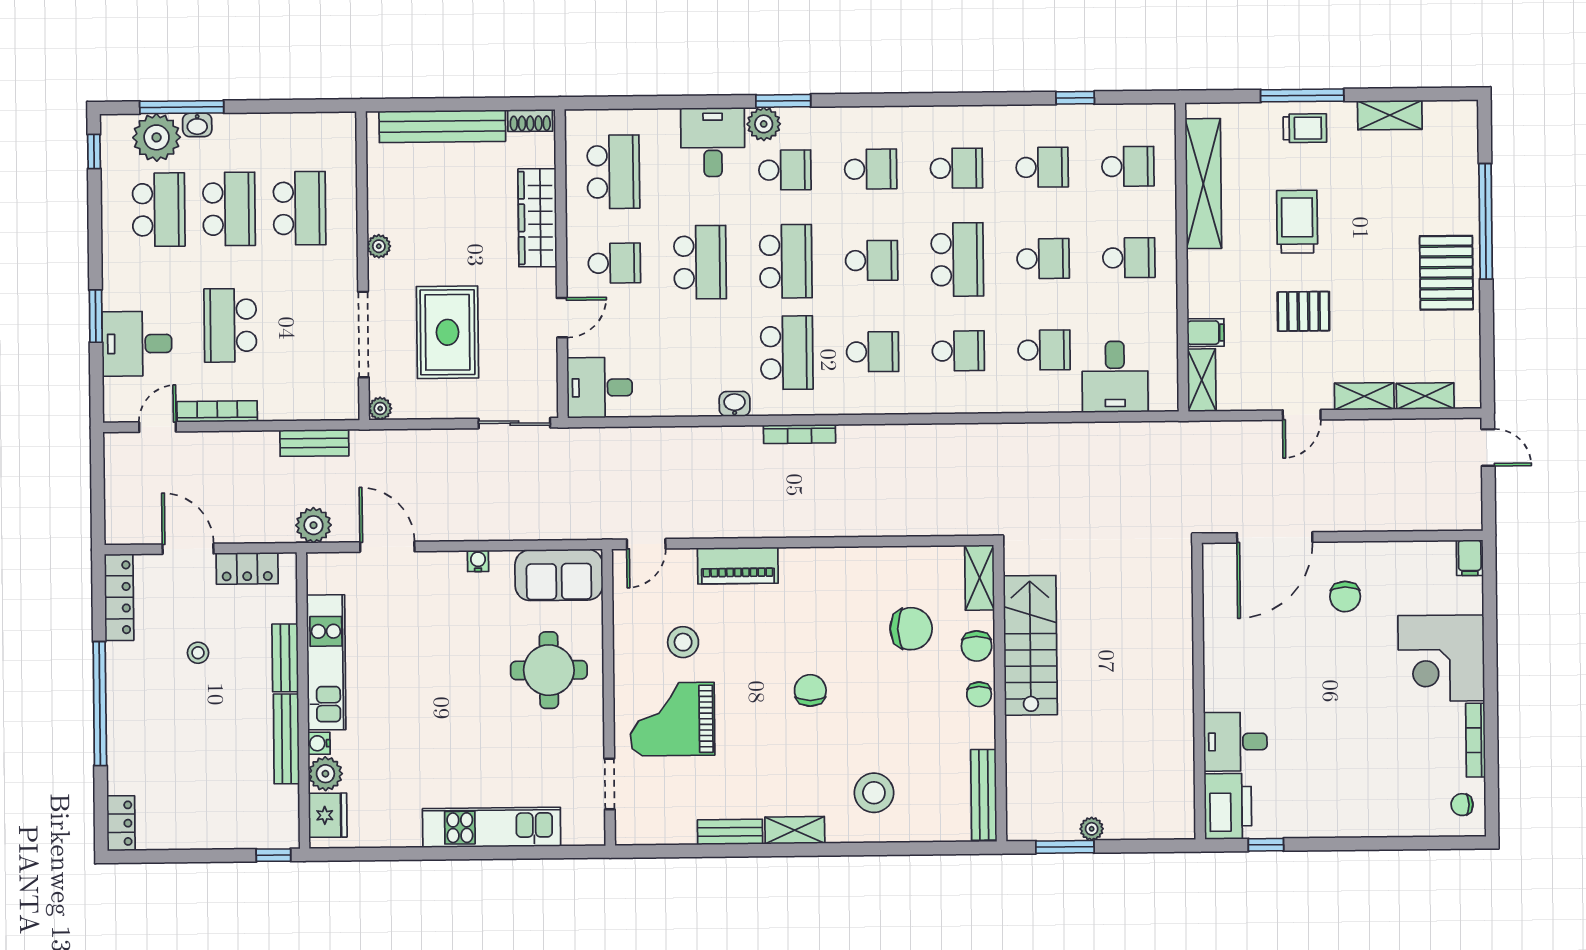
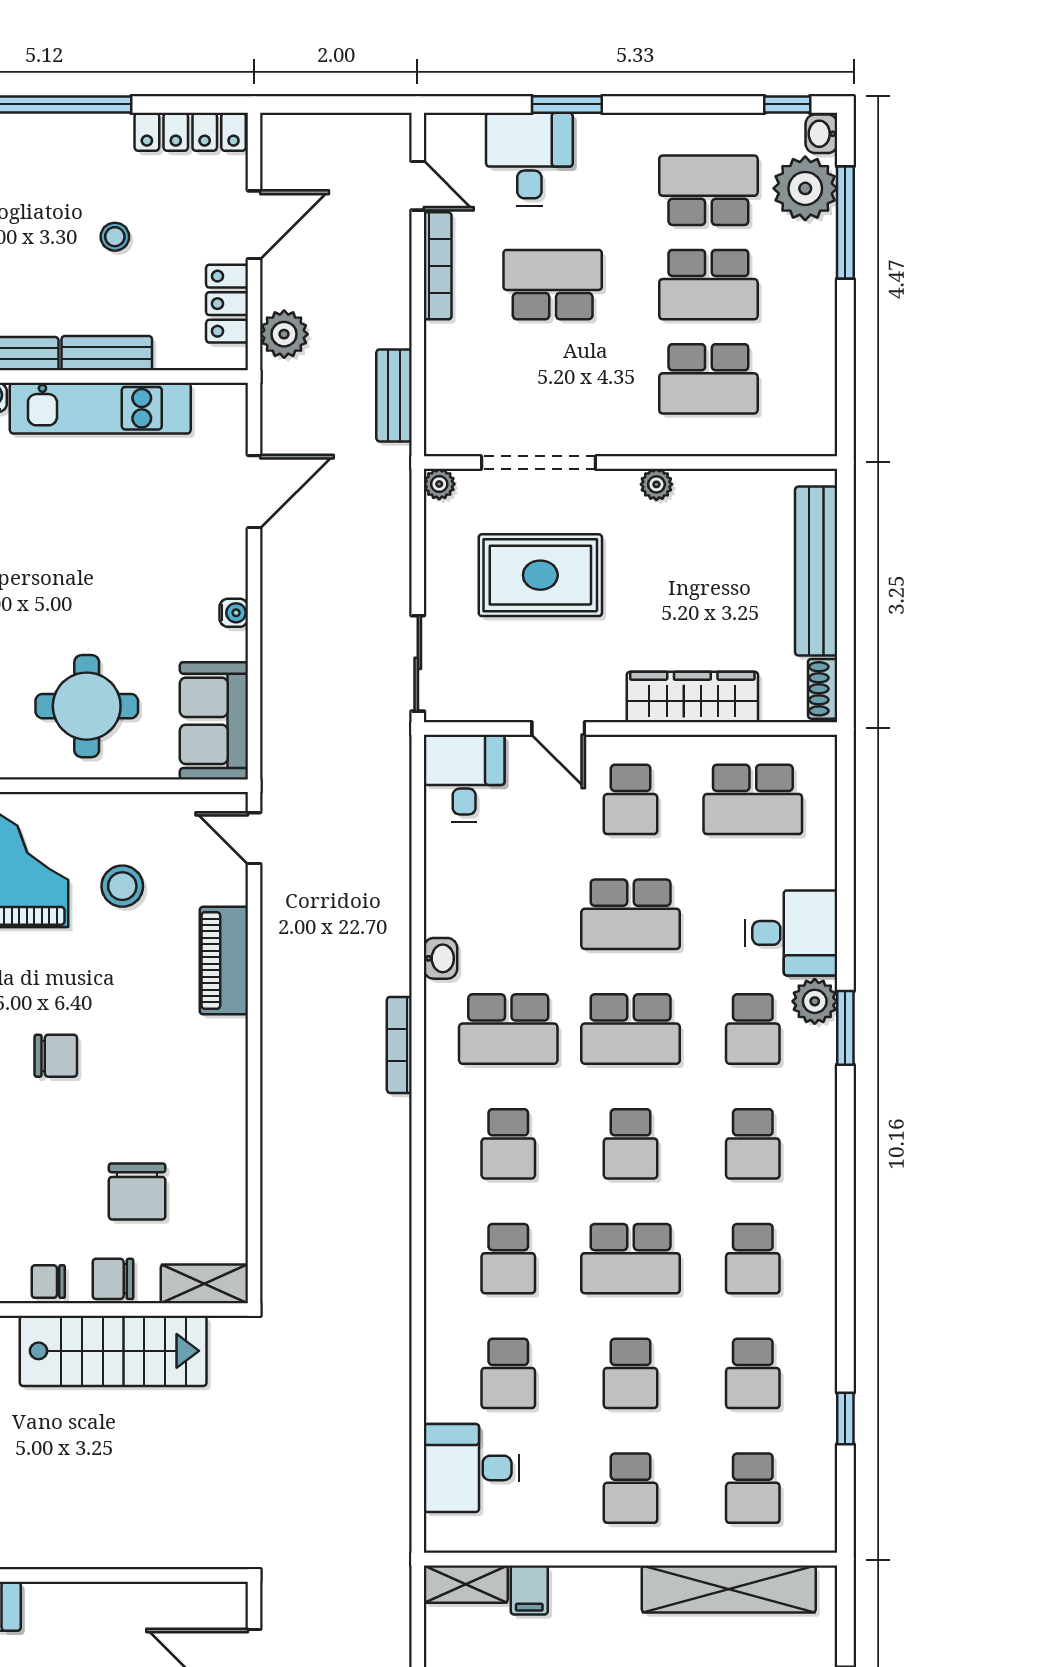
washbasin: (197, 125) -> (821, 134), moved
school desk: (159, 210) -> (708, 190), turned 180
plant: (313, 525) -> (284, 334), moved

